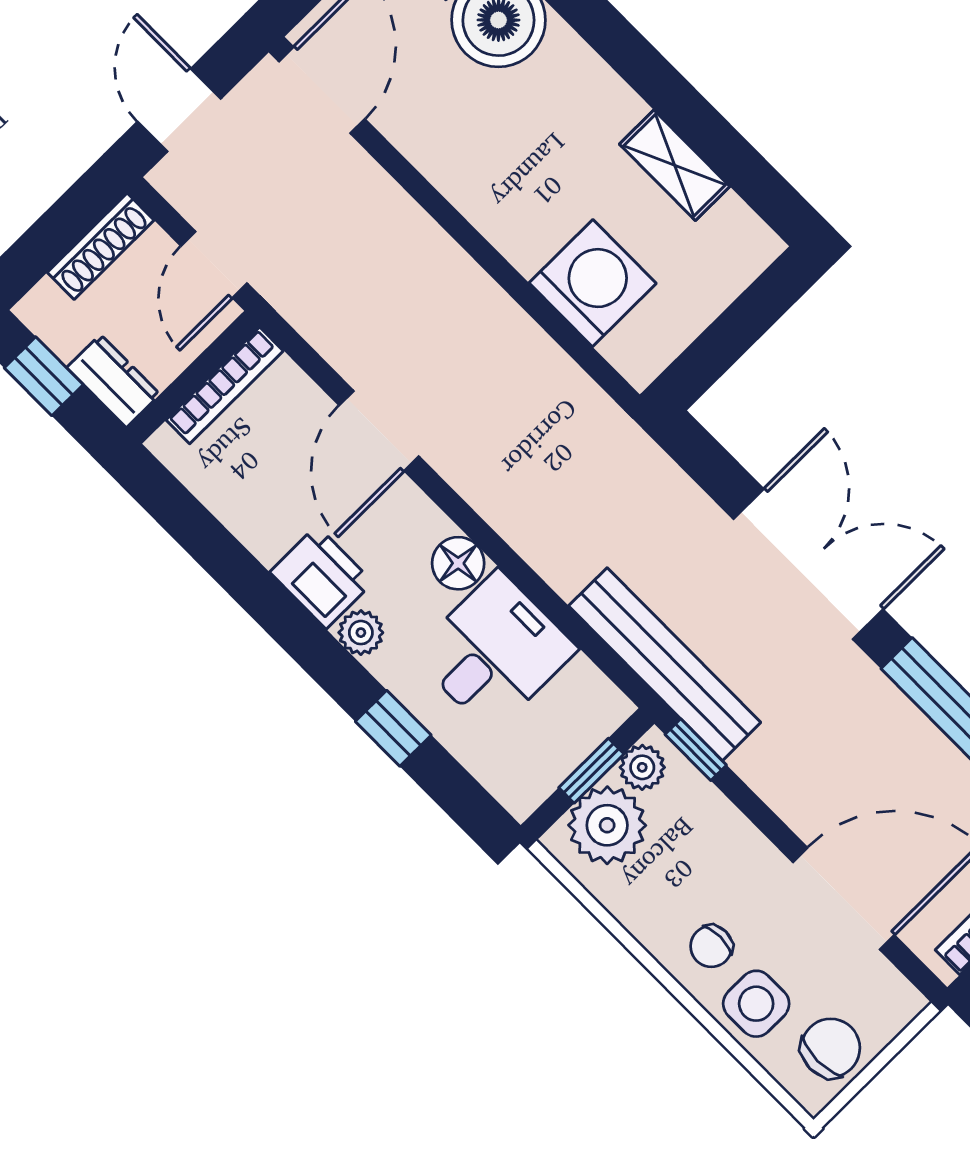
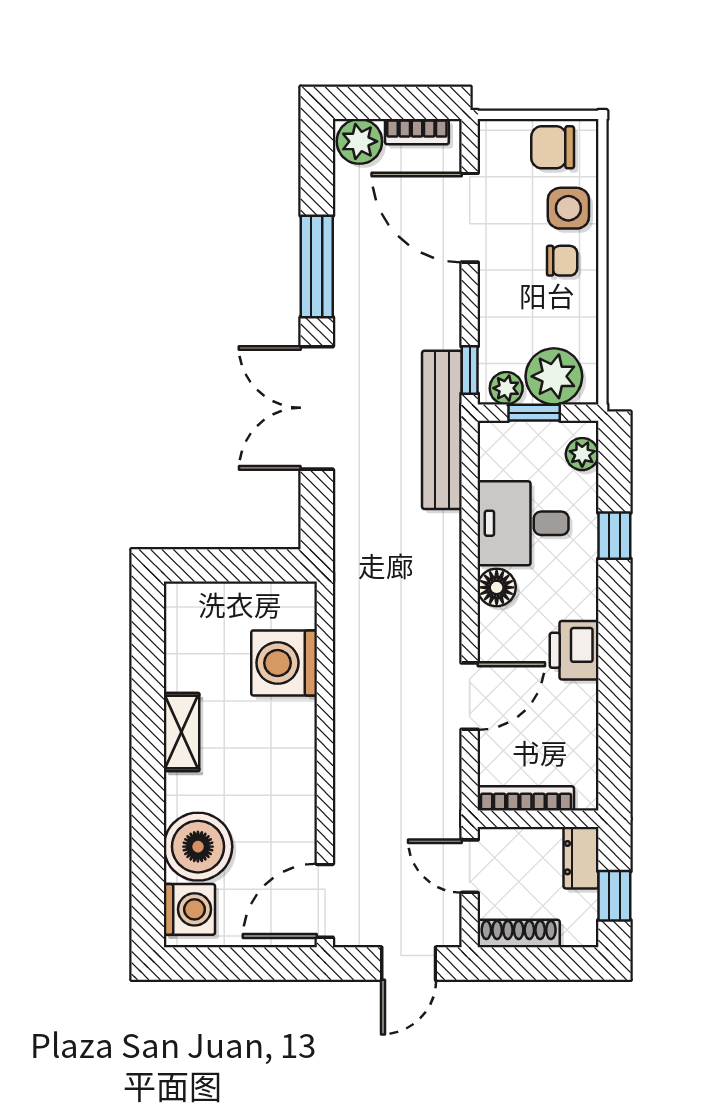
shelving: (675, 165) -> (182, 732), moved
door: (214, 265) -> (470, 866), swing flipped
plant: (361, 633) -> (582, 454), moved

